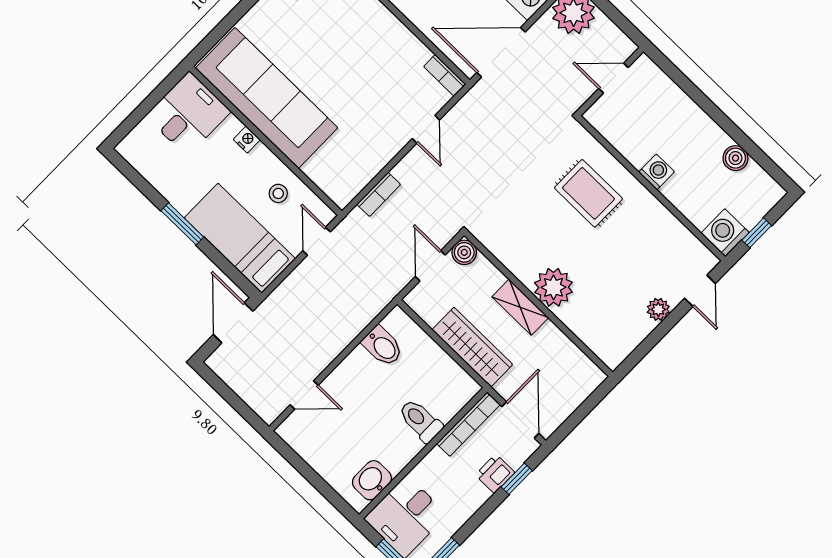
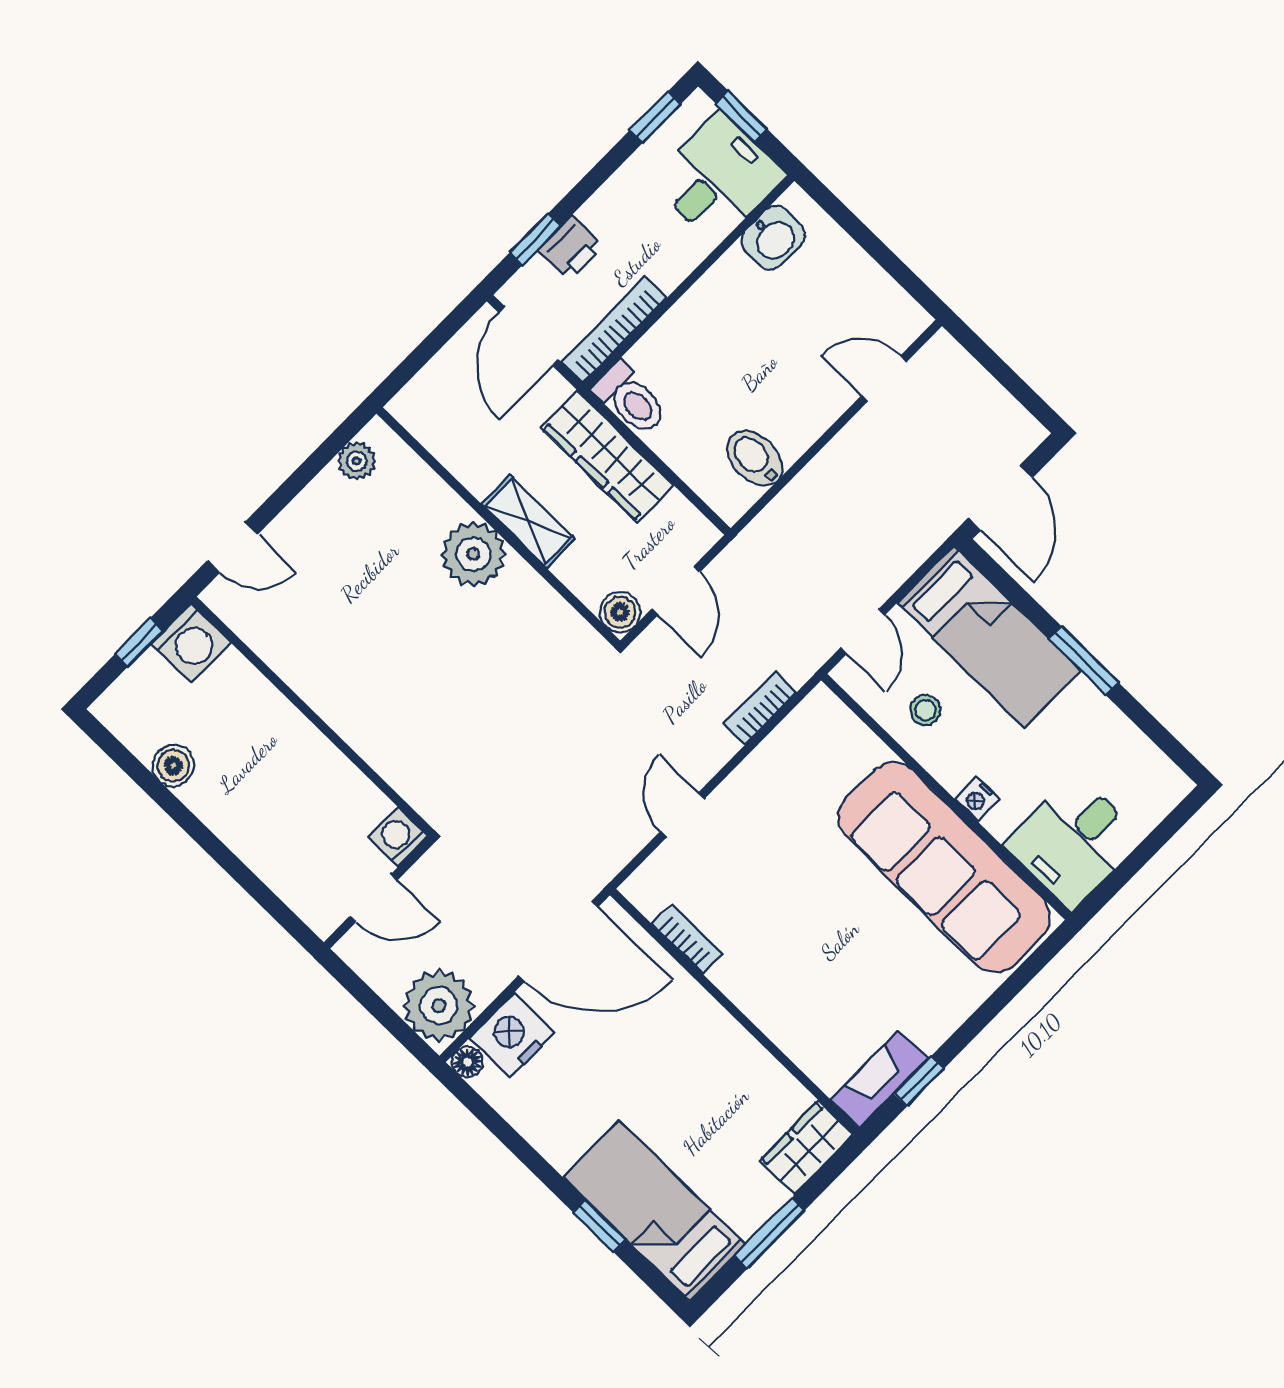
bookcase: (445, 75) -> (687, 939), moved
washing machine: (657, 172) -> (398, 837), moved, turned 90
rug: (588, 193) -> (415, 709), removed
door: (700, 291) -> (232, 547), swing flipped
plant: (658, 309) -> (356, 461), moved
toilet: (420, 421) -> (631, 399), moved

